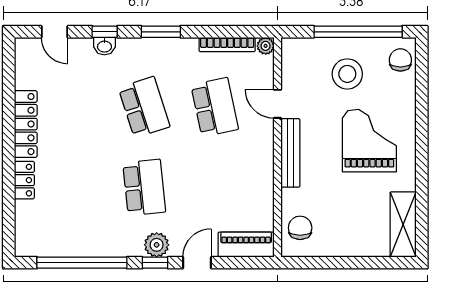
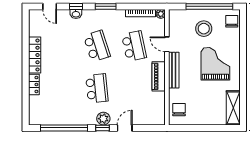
piano: (246, 245) -> (159, 76), moved, turned -90

